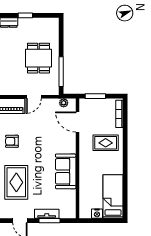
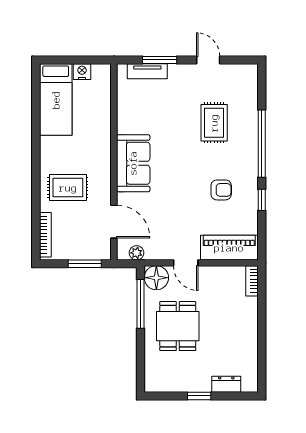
floor lamp: (52, 88) -> (156, 278), added
door: (34, 97) -> (186, 263), swing flipped
sofa: (66, 171) -> (133, 163), moved
rug: (16, 182) -> (214, 123), width x0.73, depth x0.70
tv unit: (47, 214) -> (147, 71), moved

